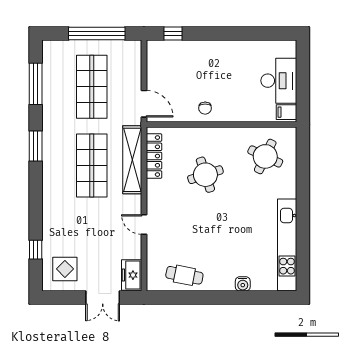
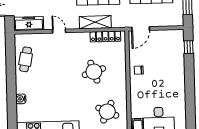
shelving: (132, 160) -> (95, 22), width x0.68
door: (144, 225) -> (59, 31), hinge flipped
freezer: (132, 275) -> (29, 24), width x1.40

